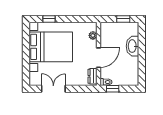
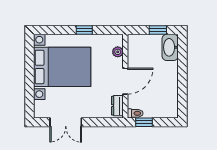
window: (49, 19) -> (84, 30), moved
washbasin: (133, 46) -> (170, 47), moved
double door: (53, 89) -> (66, 122), swing flipped

